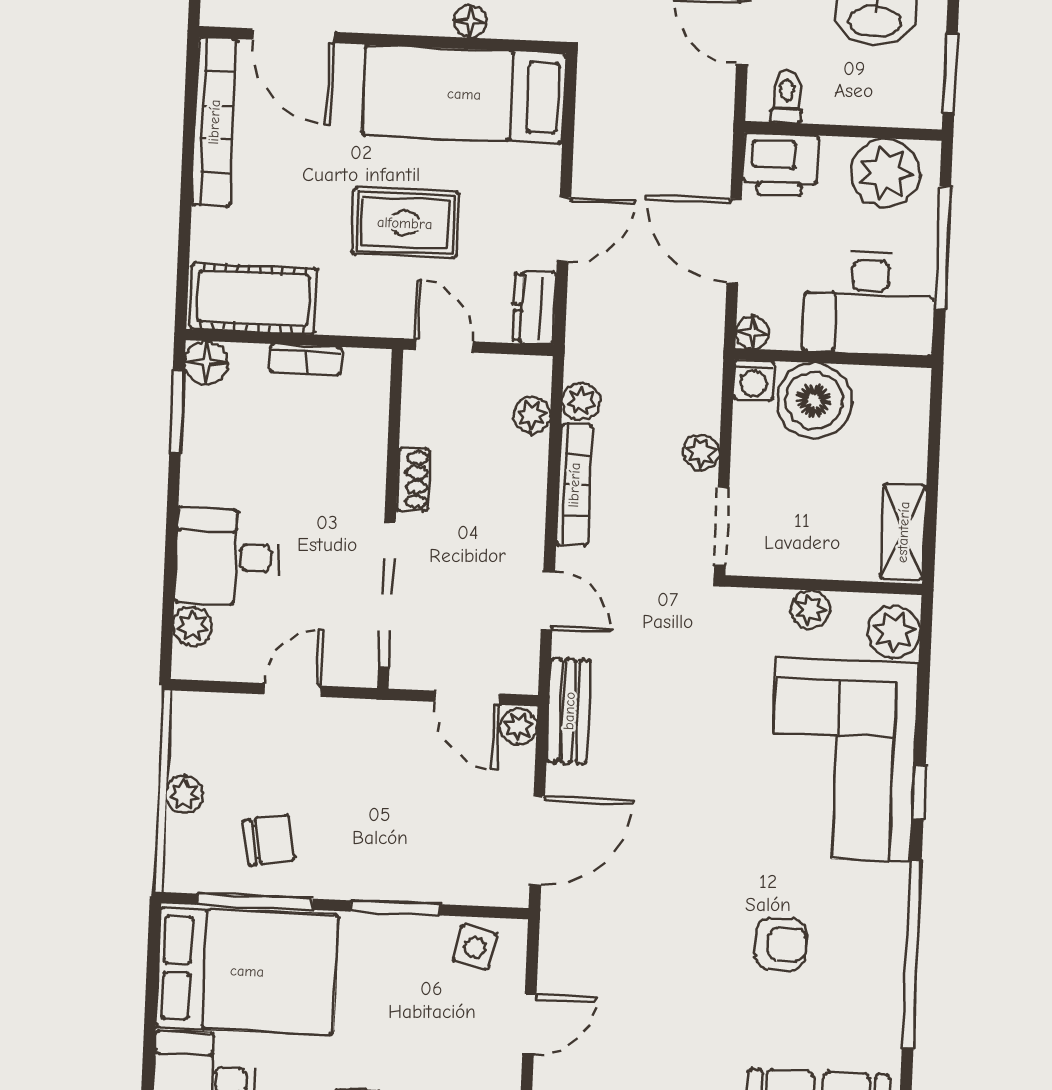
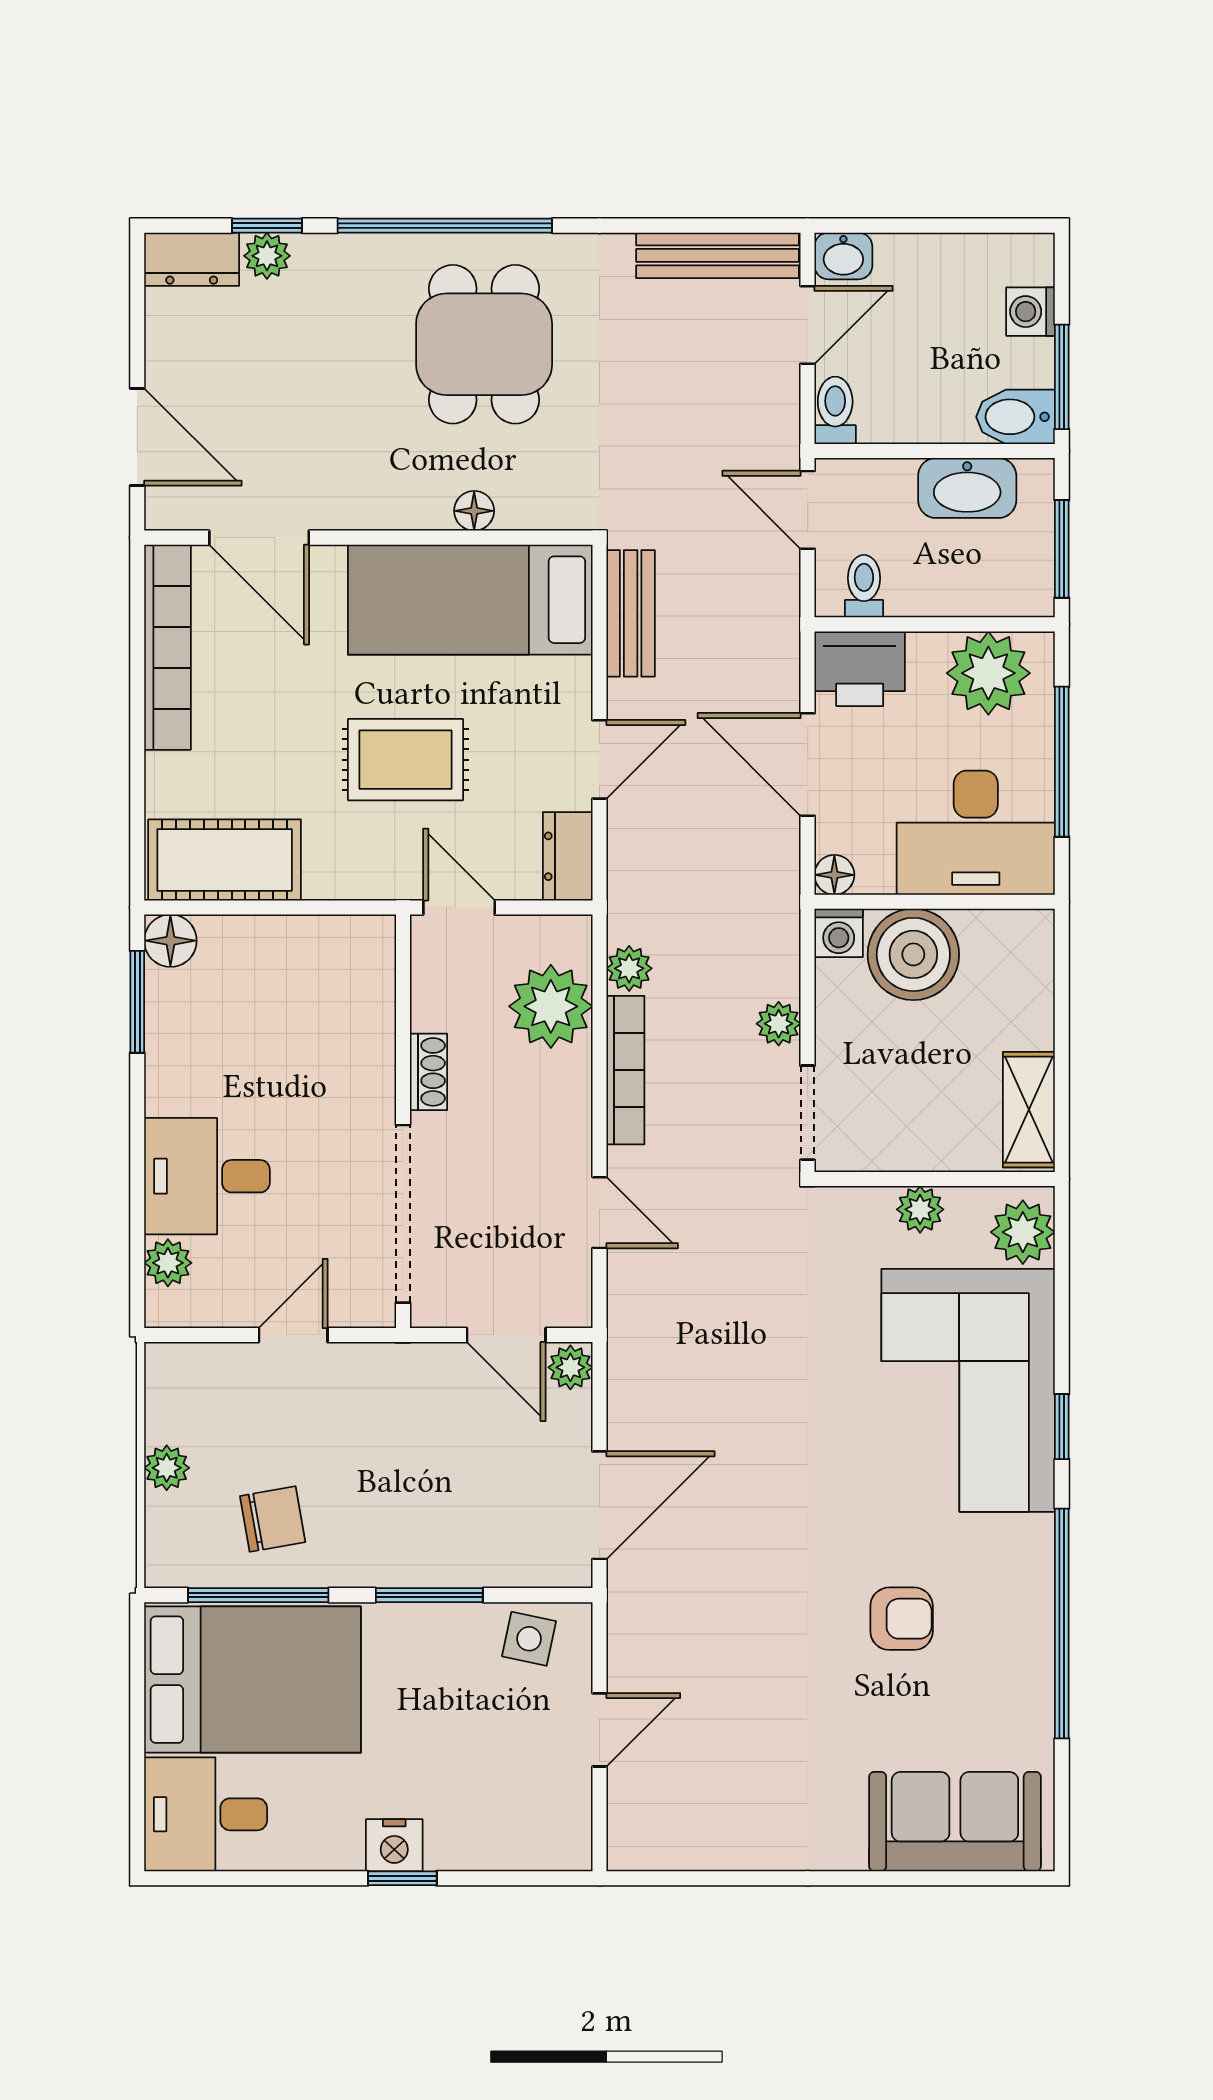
bookcase: (305, 360) -> (291, 932), removed
plant: (532, 415) -> (551, 1006), width x1.87, depth x1.87
bench: (569, 711) -> (631, 613), moved

